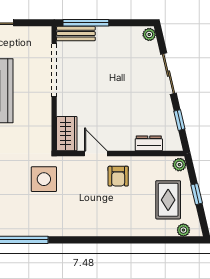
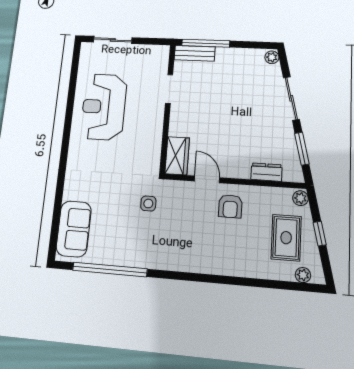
doorway: (54, 70) -> (169, 89), width x0.53
window: (179, 120) -> (302, 149), width x1.50
side table: (44, 179) -> (148, 204), width x0.54, depth x0.54

